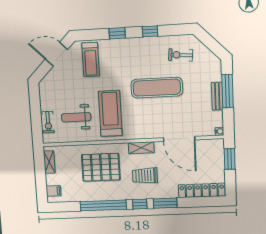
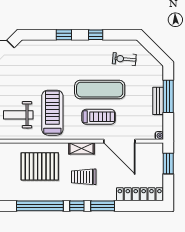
treadmill: (91, 60) -> (98, 117), moved, turned -90

